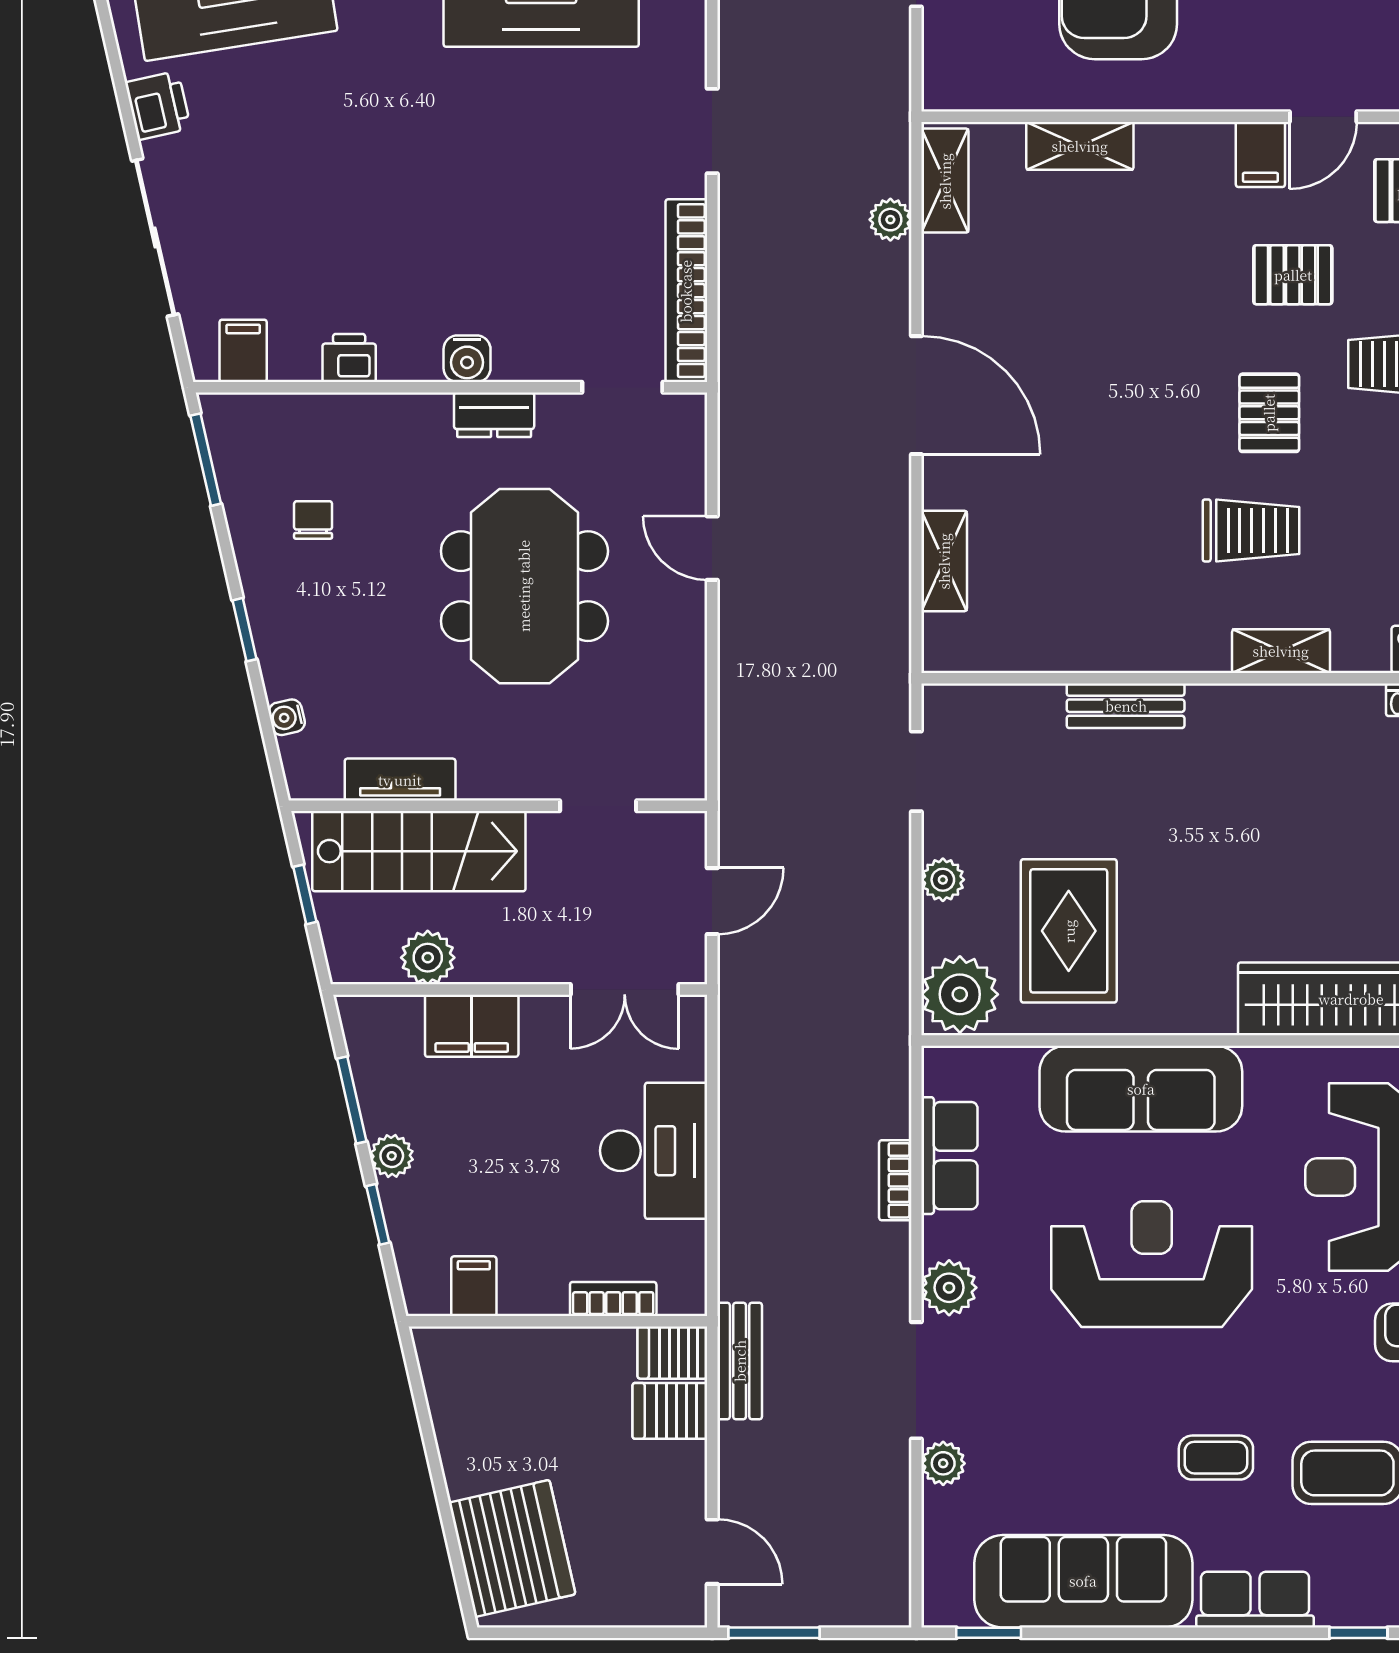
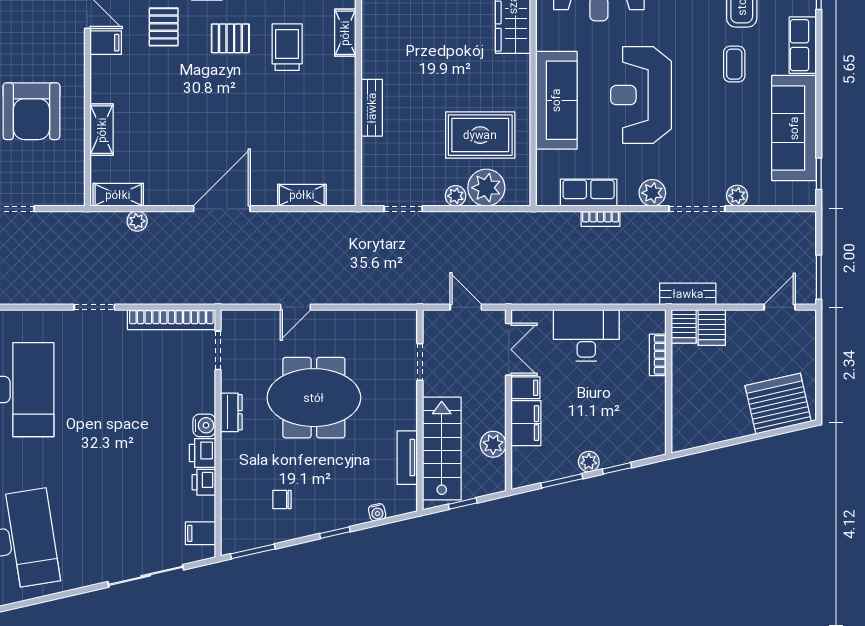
printer: (158, 105) -> (202, 453), moved, turned -77
plant: (960, 994) -> (486, 188), moved
filing cabinet: (474, 1286) -> (525, 388), moved, turned 180

